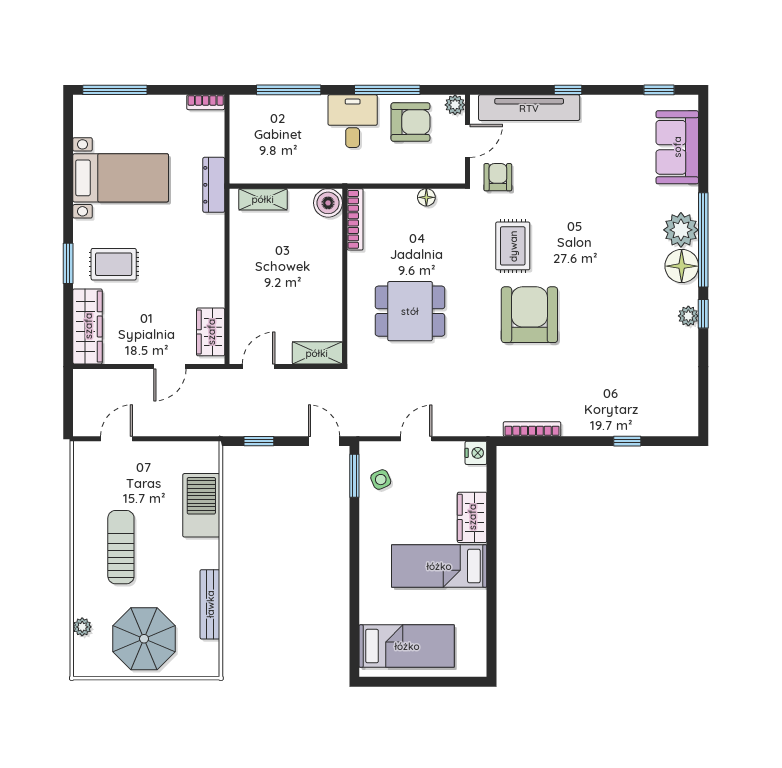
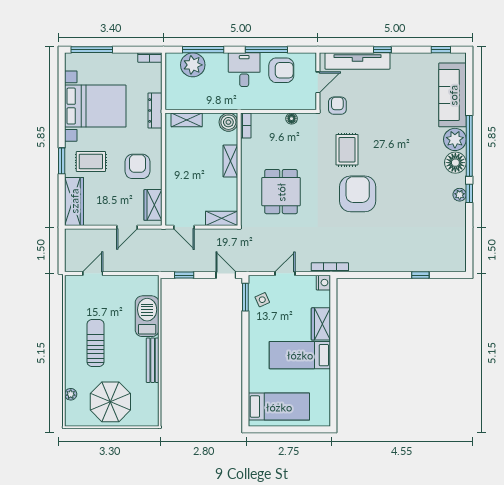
plant: (455, 105) -> (193, 65), moved, width x1.87, depth x1.87
sofa: (677, 147) -> (453, 95), width x1.36
bed with nightstands: (121, 178) -> (95, 106), width x1.36
bookcase: (355, 219) -> (246, 126), width x0.64
shelving: (331, 263) -> (230, 161), added
armchair: (186, 272) -> (137, 166), added
dining table: (410, 311) -> (281, 192), turned 90
door: (259, 367) -> (184, 227), swing flipped
bookcase: (532, 429) -> (330, 267), moved
bench: (210, 604) -> (153, 360), moved

